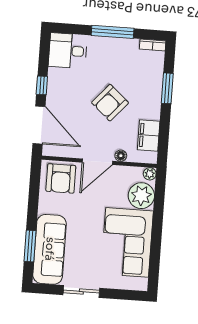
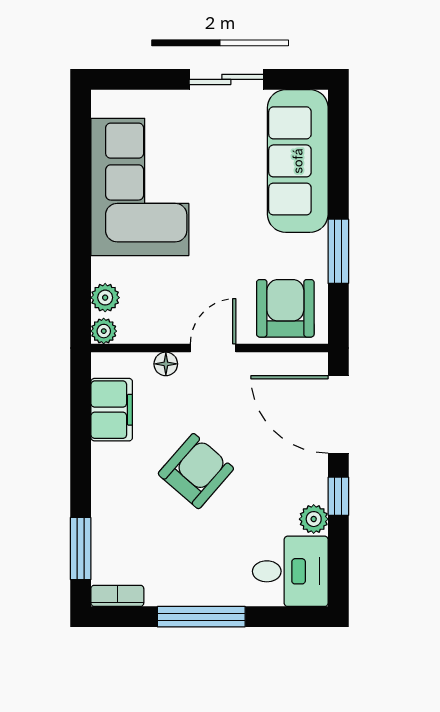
plant: (55, 75) -> (314, 519), added
window: (167, 88) -> (81, 549), moved
door: (97, 162) -> (213, 348), width x0.73
plant: (141, 196) -> (105, 298), width x0.53, depth x0.53
window: (30, 246) -> (338, 251), moved

